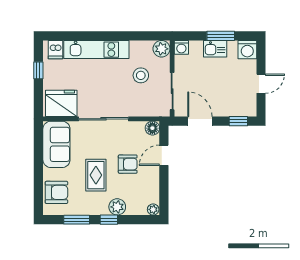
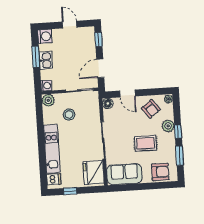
armchair: (128, 164) -> (151, 109), moved, turned 143
armchair: (56, 192) -> (160, 172), turned 90

